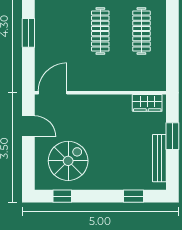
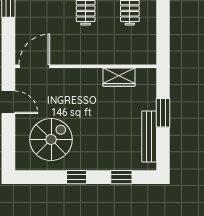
wardrobe: (147, 103) -> (119, 77), moved
window: (62, 196) -> (76, 177), moved

